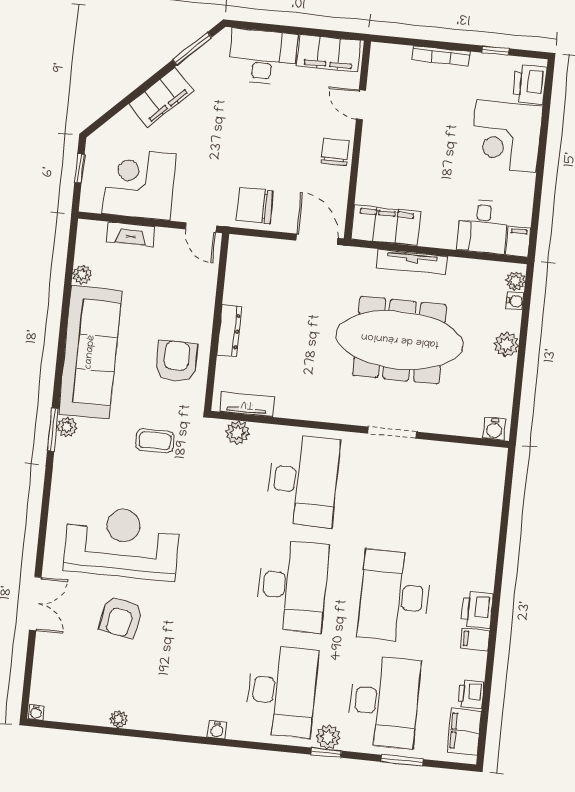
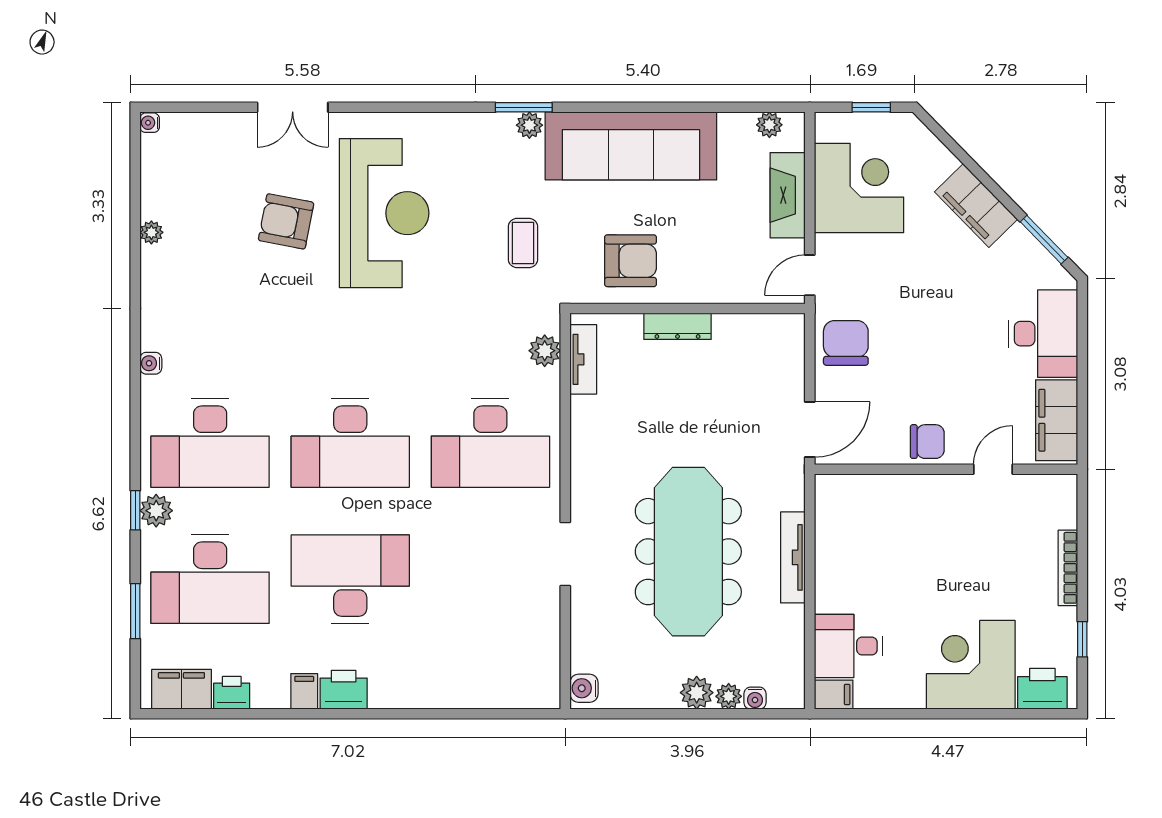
filing cabinet: (386, 225) -> (837, 518), removed
fireplace: (131, 234) -> (788, 195), width x1.37, depth x1.32
plant: (82, 274) -> (769, 125), moved
plant: (515, 281) -> (729, 696), moved

